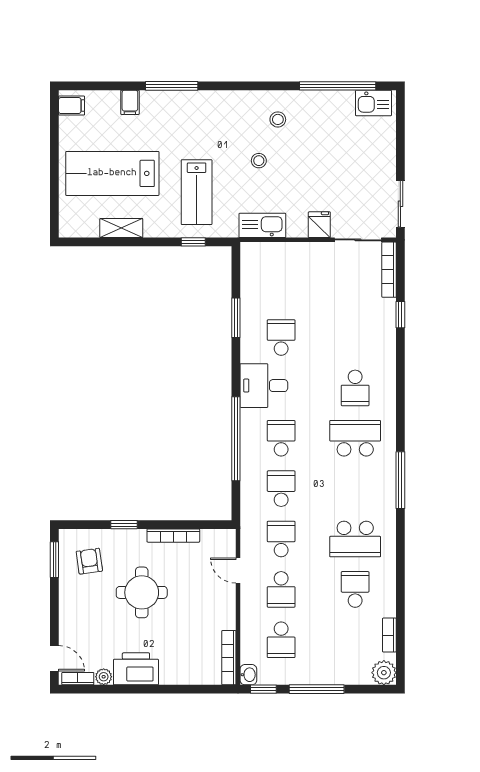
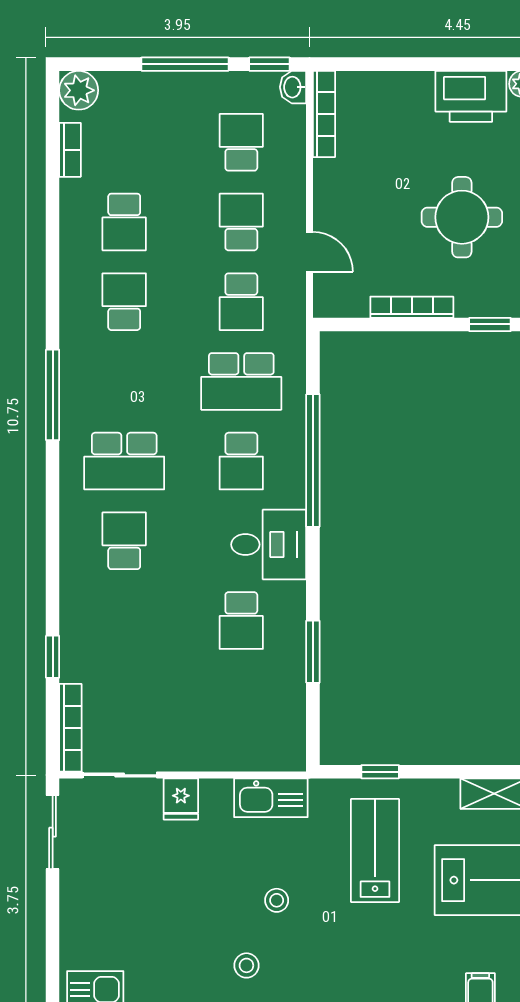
school desk: (281, 489) -> (241, 381), width x1.85
school desk: (355, 539) -> (124, 302), width x0.54

